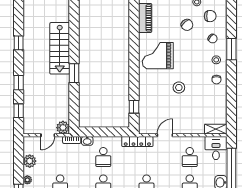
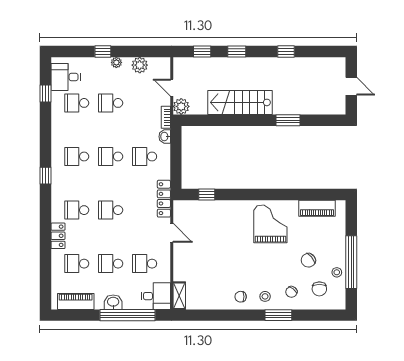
stairs: (60, 48) -> (240, 102), moved
window: (74, 73) -> (288, 120), moved
stool: (179, 88) -> (231, 250), removed

